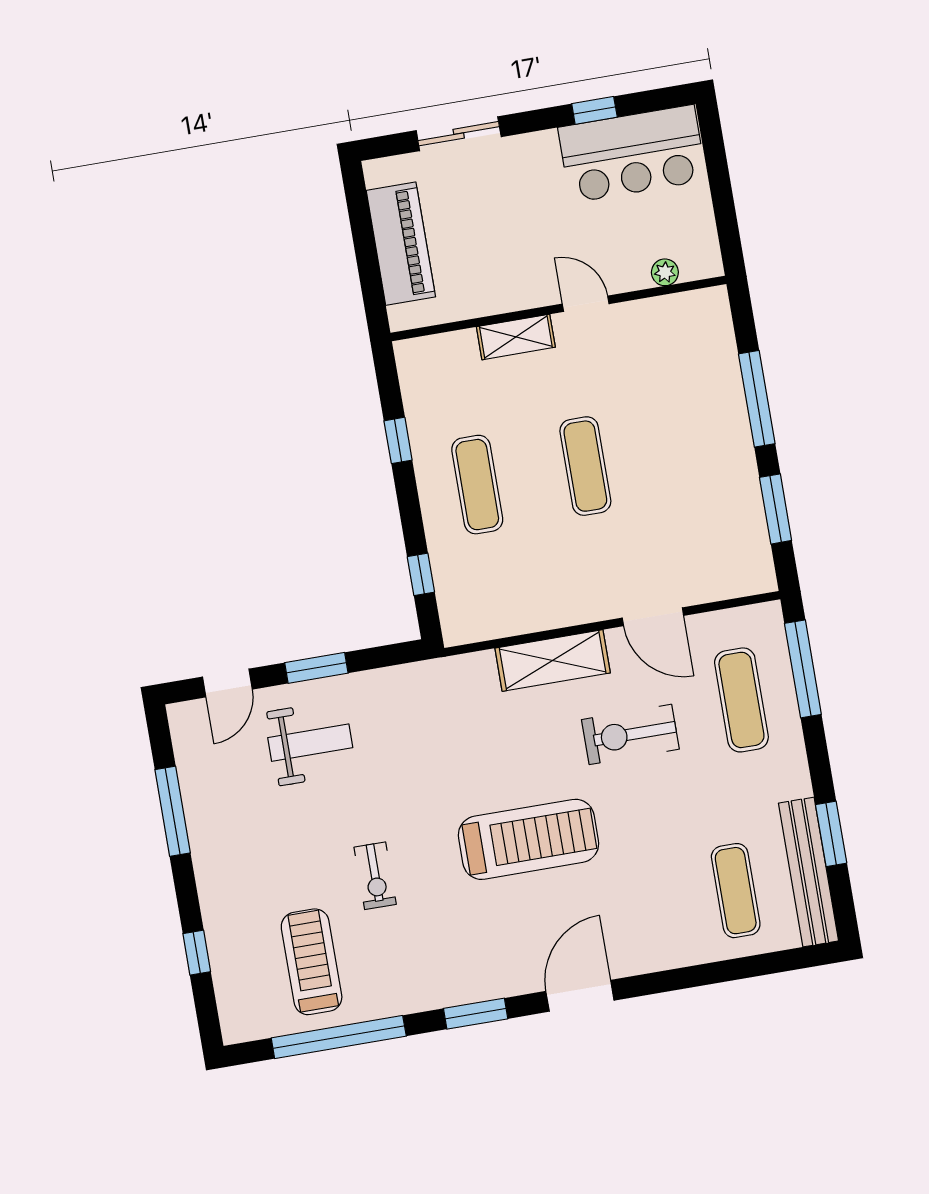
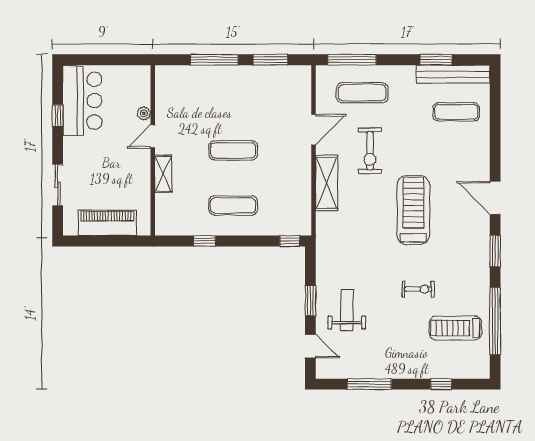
plant: (665, 272) -> (144, 113), moved
window: (421, 574) -> (290, 241), moved

